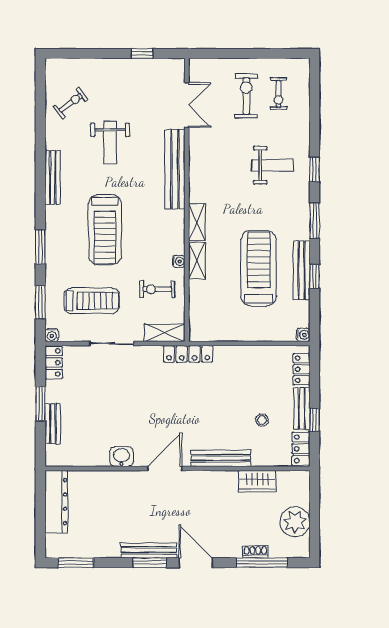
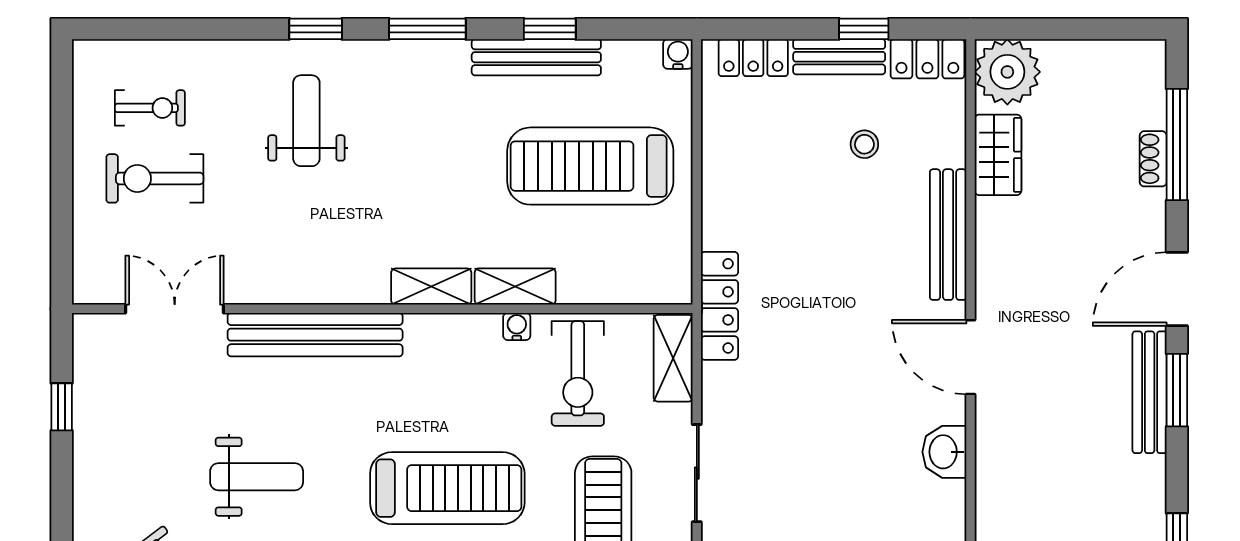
treadmill: (259, 268) -> (590, 166), moved
exercise bike: (157, 289) -> (578, 373), width x1.38, depth x1.39
plant: (295, 522) -> (1007, 72), moved

